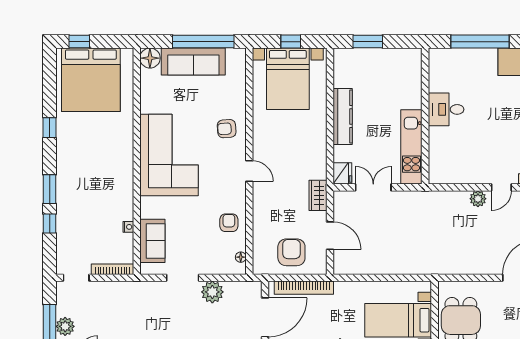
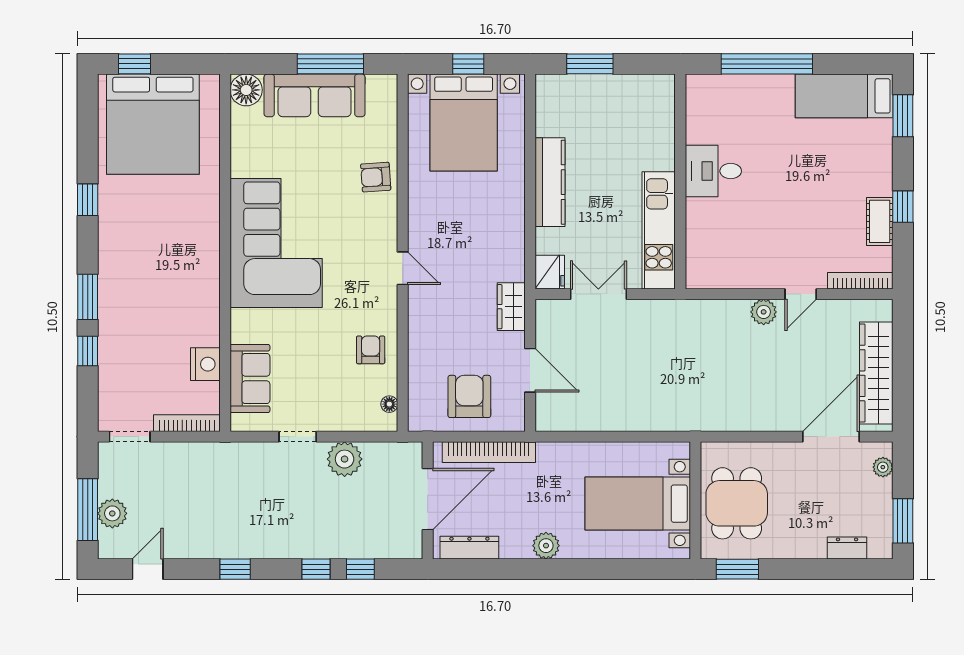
window: (203, 42) -> (330, 64), width x0.68
armchair: (227, 129) -> (376, 177), moved
nightstand: (128, 227) -> (205, 364), width x1.89, depth x1.79
doorway: (183, 278) -> (298, 437), width x0.73

